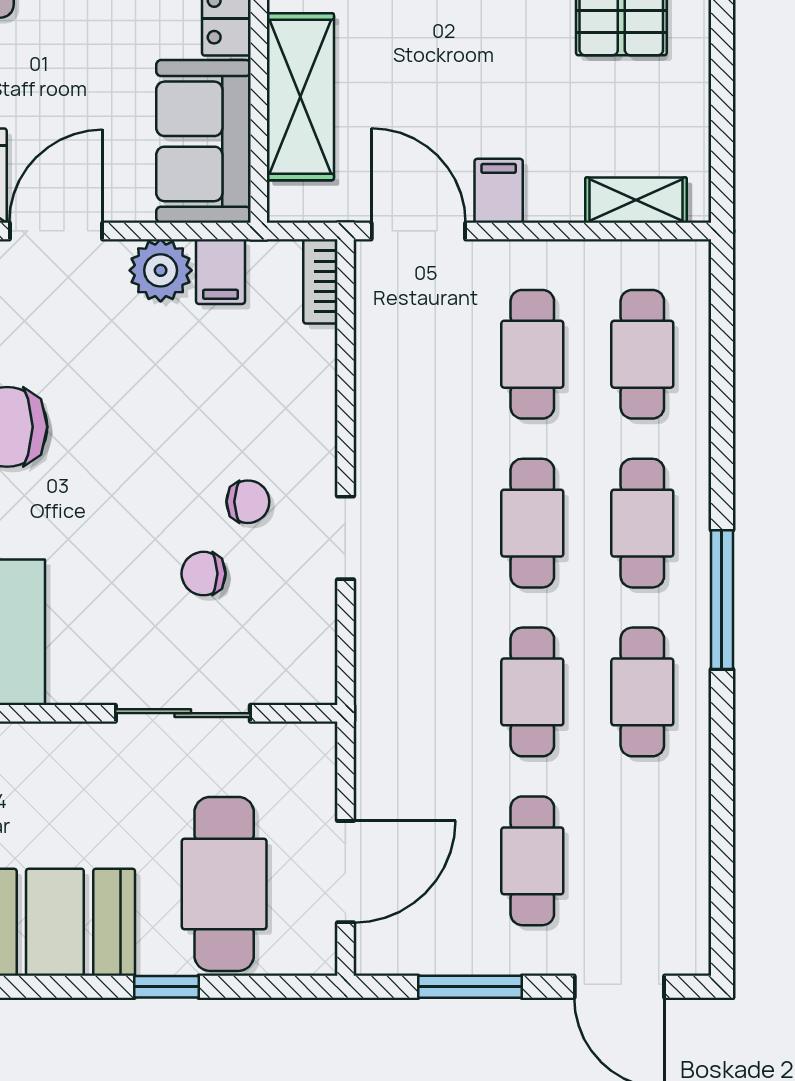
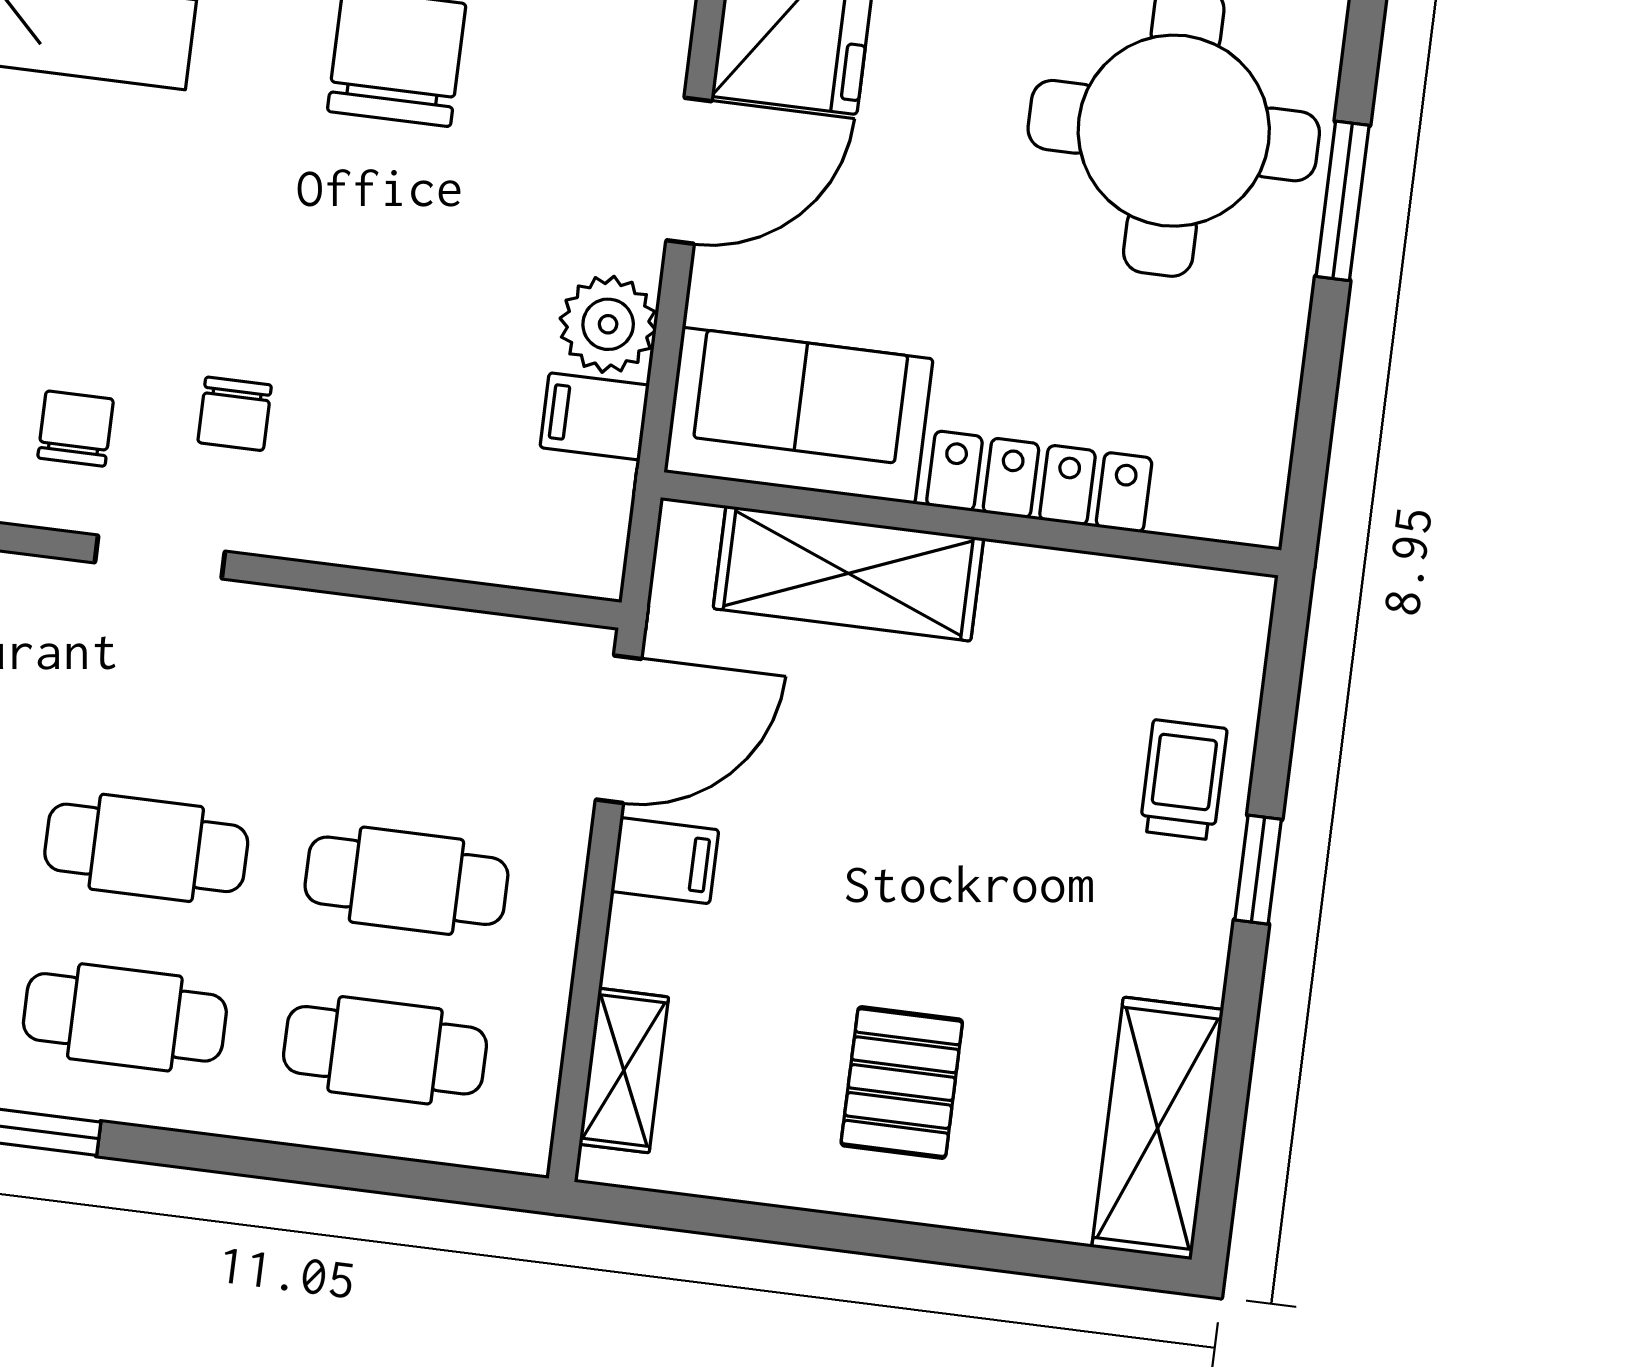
door: (56, 231) -> (689, 171), hinge flipped
bookcase: (320, 281) -> (560, 568), removed
chair: (204, 574) -> (76, 429), moved

